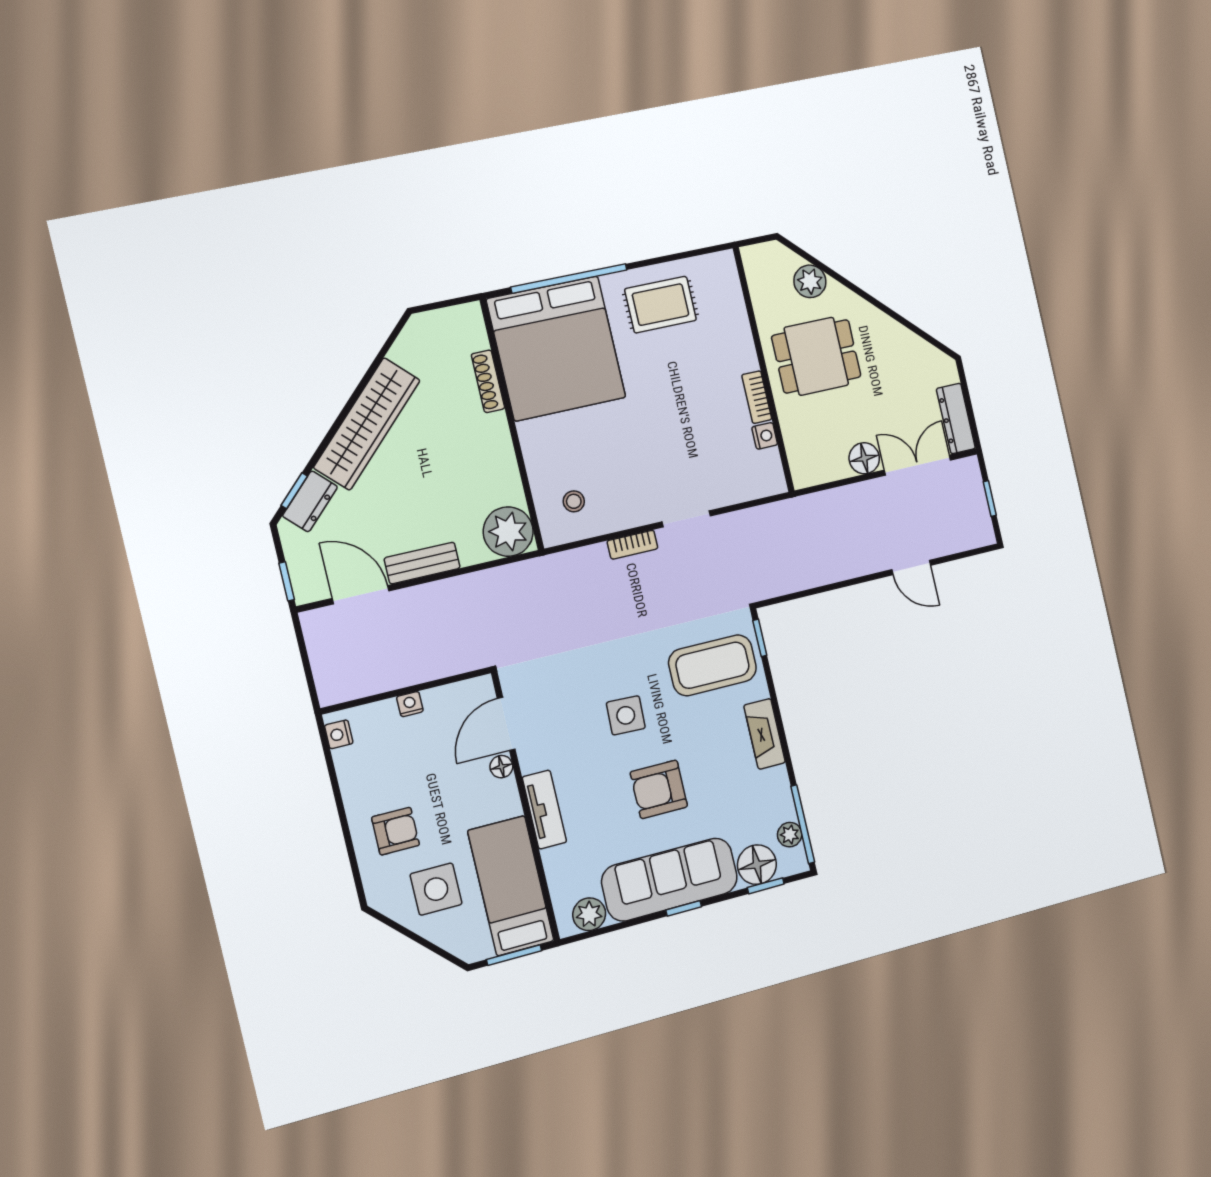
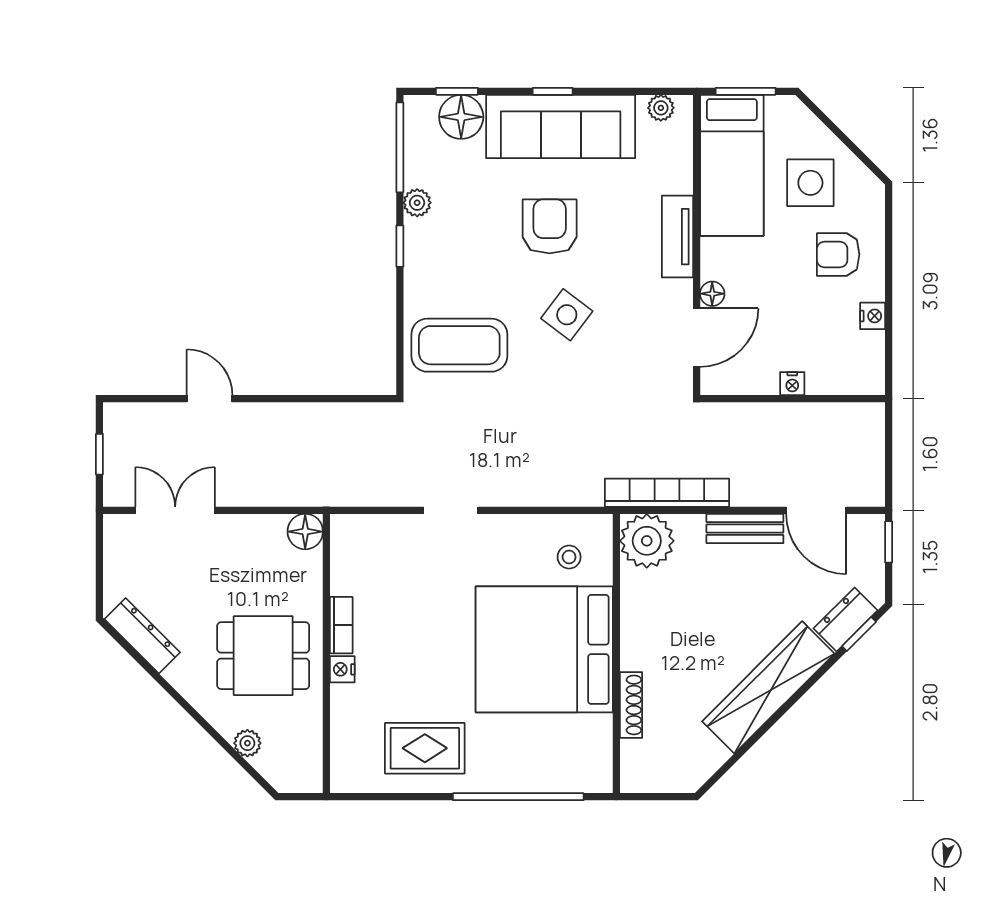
plant: (810, 281) -> (247, 743), width x0.73, depth x0.73
bed: (556, 348) -> (544, 649), moved, turned -90
dresser: (956, 418) -> (142, 636), moved, turned -45
nightstand: (765, 436) -> (342, 669), moved
floor lamp: (864, 458) -> (305, 532), moved
double door: (918, 465) -> (175, 510), swing flipped
bookcase: (632, 545) -> (667, 493), moved, width x2.31, depth x1.31
window: (760, 638) -> (400, 246), moved
side table: (626, 715) -> (567, 315), turned 35
nightstand: (339, 734) -> (873, 316), moved
fireplace: (765, 734) -> (419, 257), removed
armchair: (659, 789) -> (550, 226), turned -90
plant: (790, 835) -> (417, 203), moved
plant: (589, 914) -> (661, 108), width x0.73, depth x0.73

